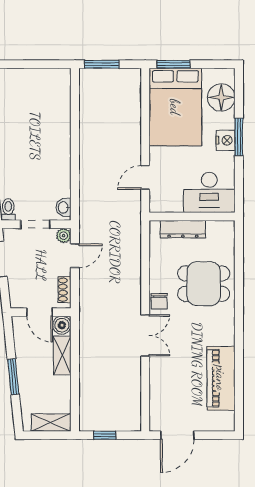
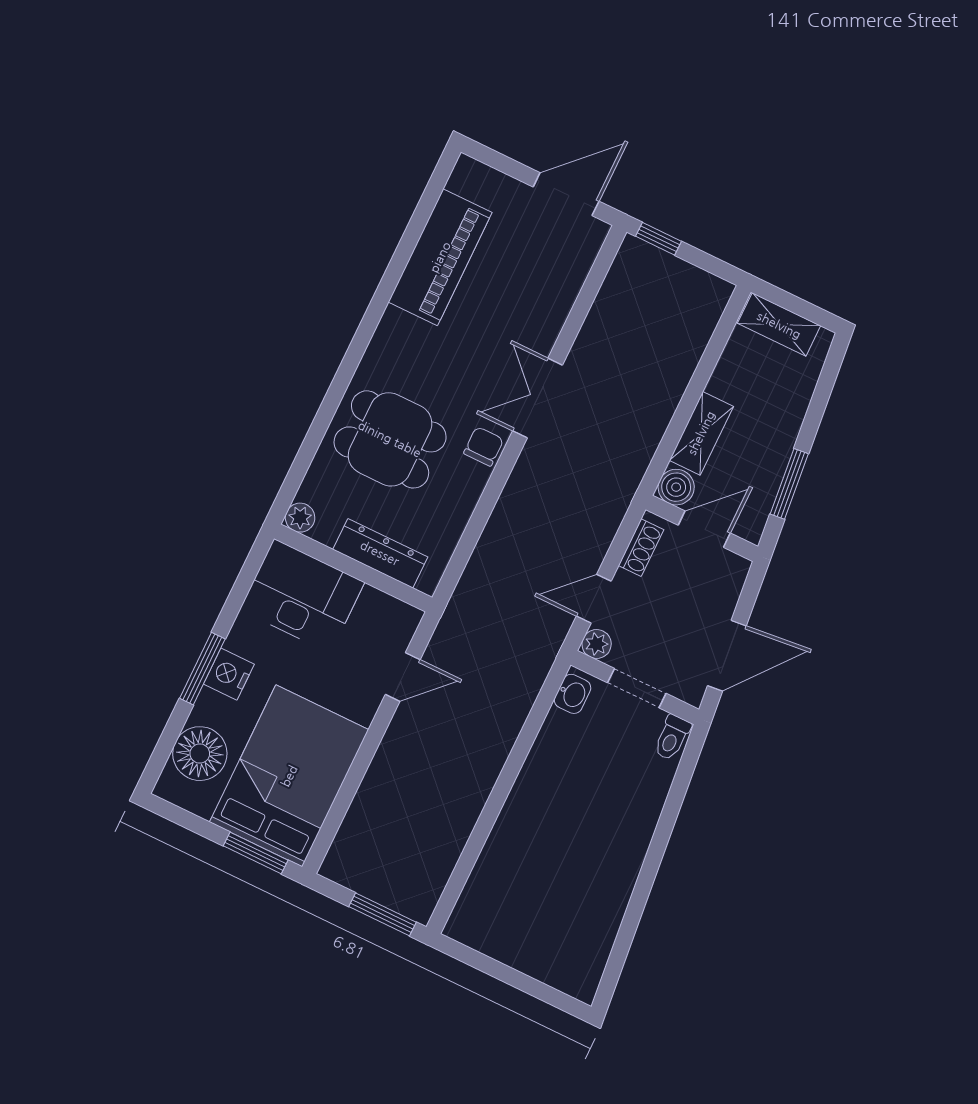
plant: (228, 228) -> (300, 518), added
door: (40, 312) -> (704, 529), hinge flipped
window: (13, 377) -> (789, 484), moved
window: (105, 435) -> (659, 239), moved

